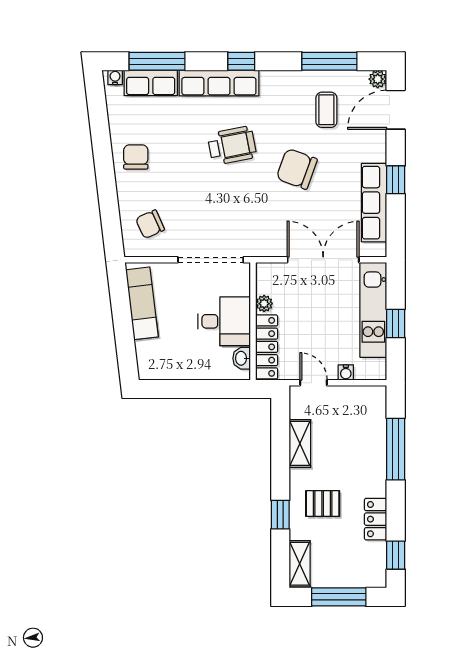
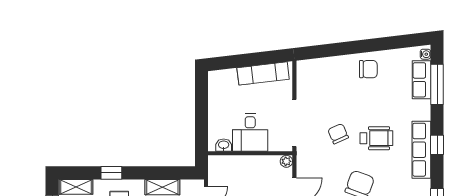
row of seats: (219, 83) -> (421, 150), moved
wheelchair: (232, 146) -> (376, 138), turned -79
chair: (150, 224) -> (338, 134), moved
plant: (264, 304) -> (286, 161), moved
locker: (267, 347) -> (232, 163), removed

